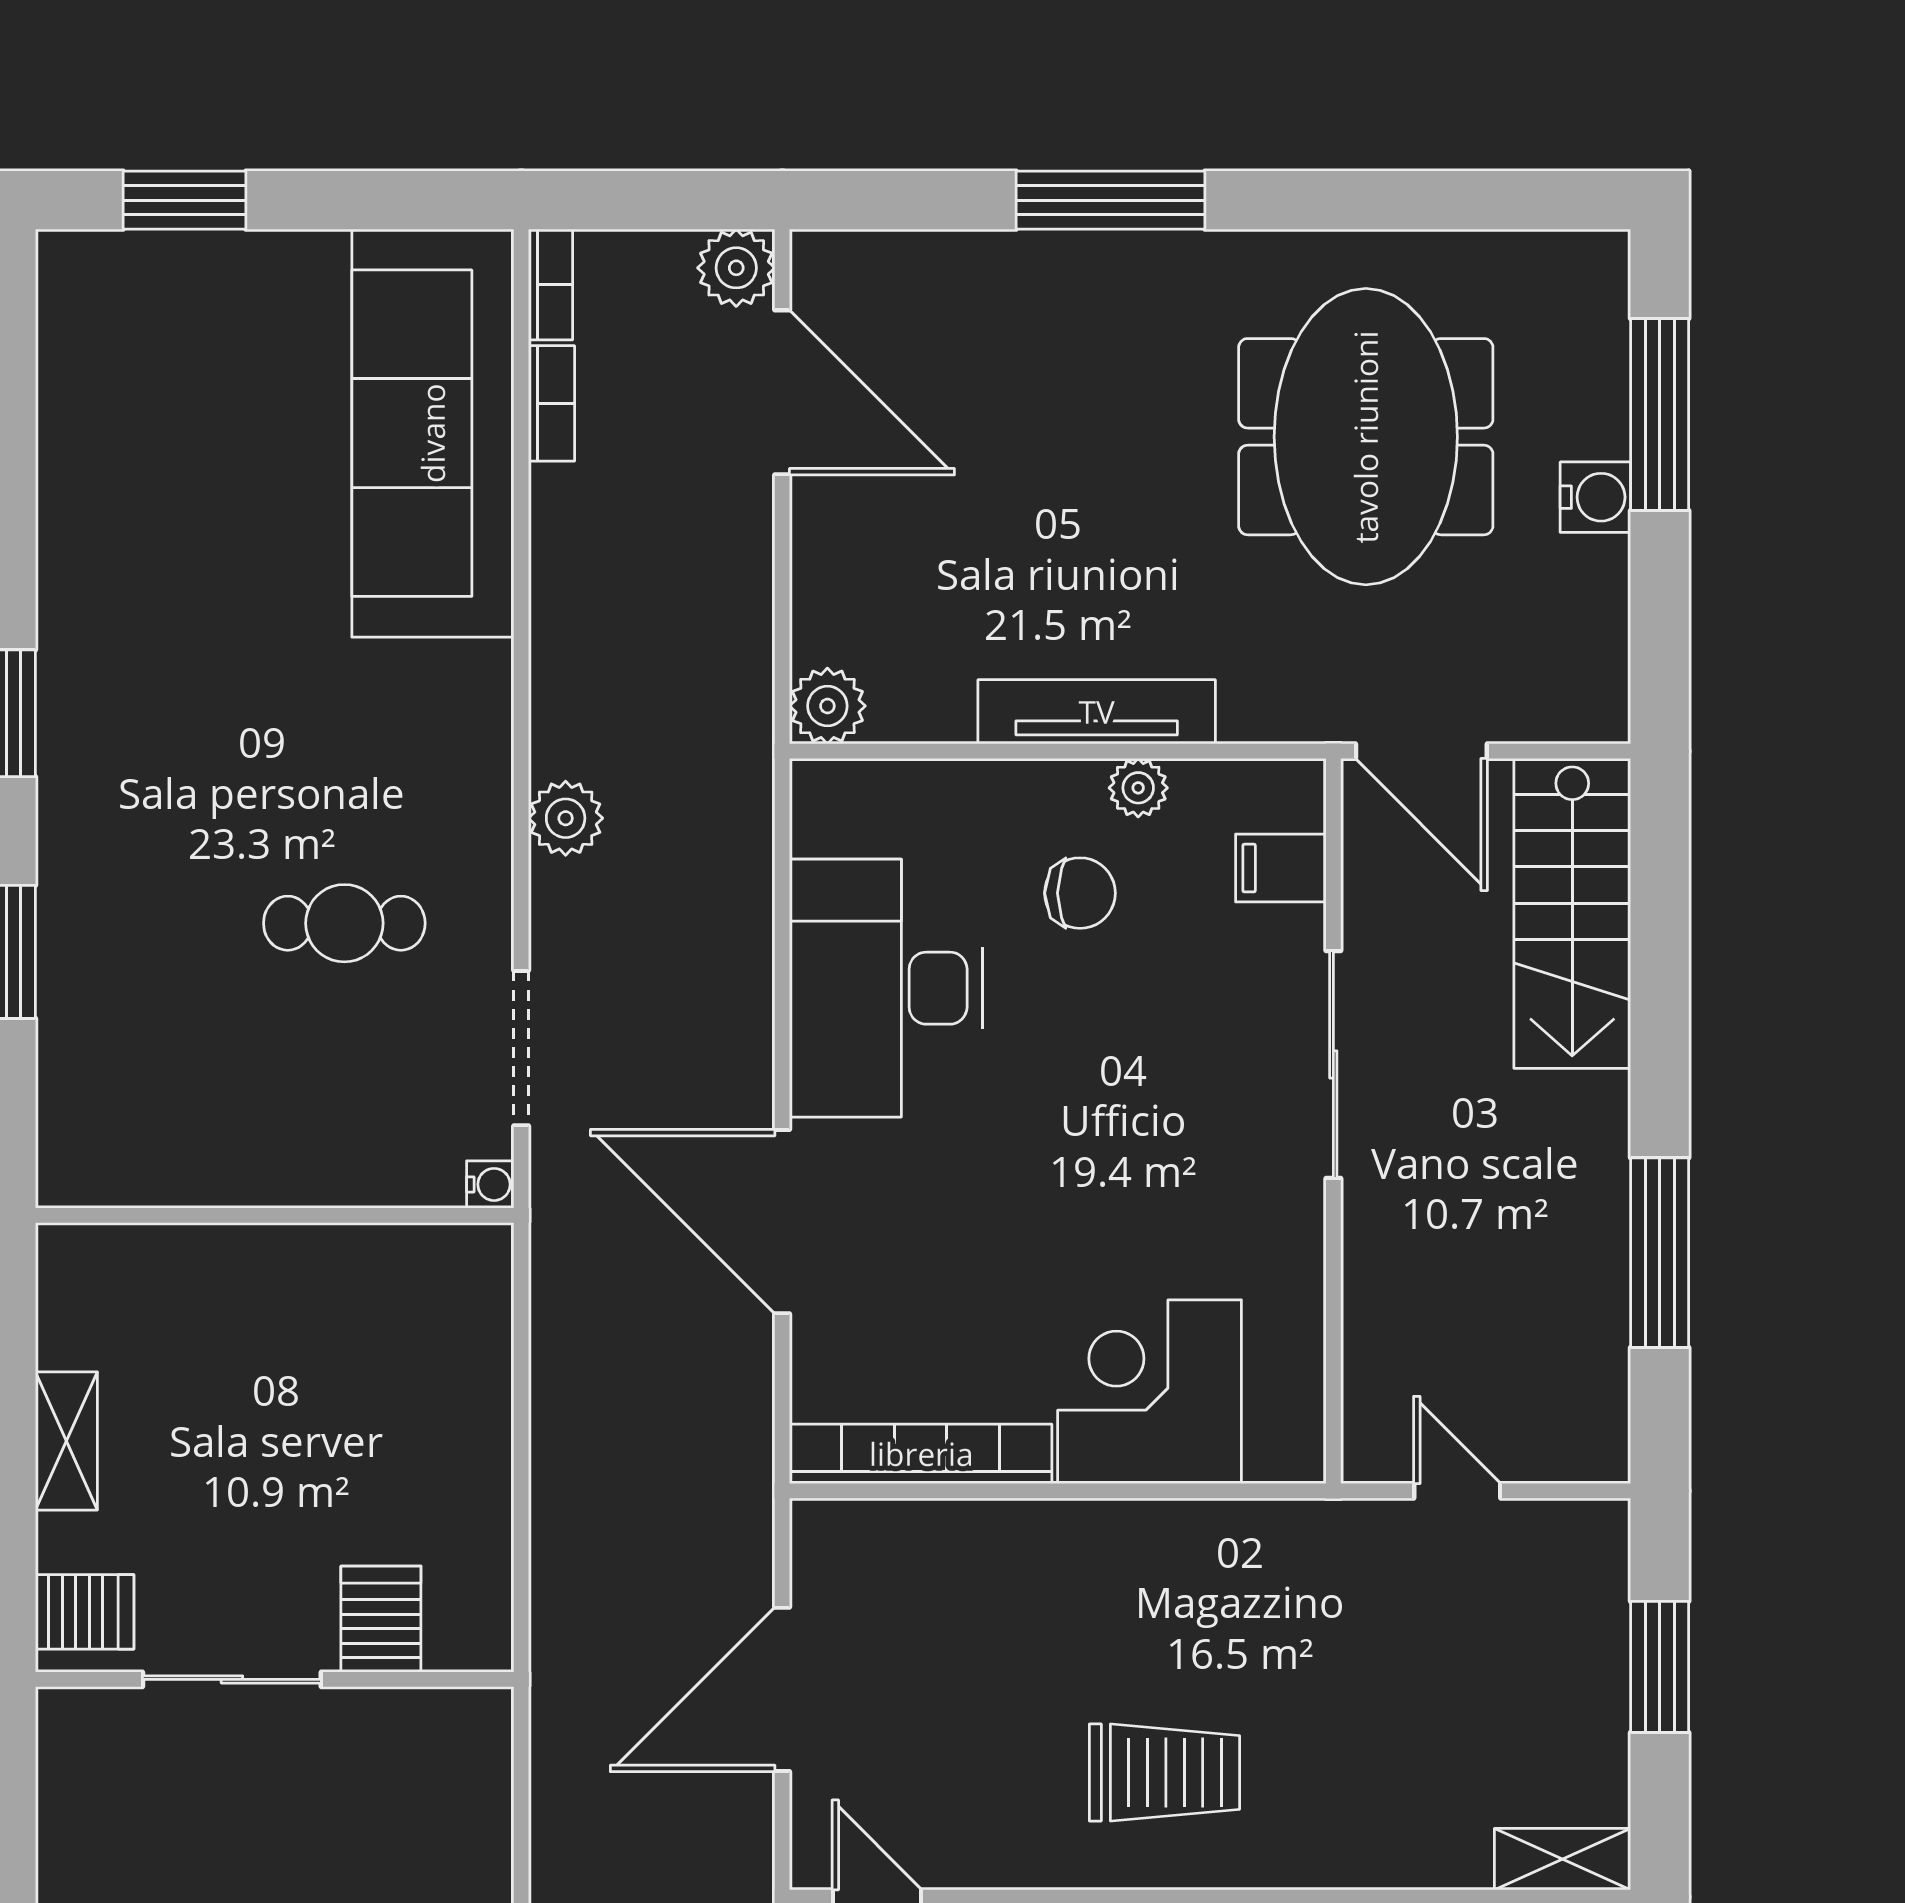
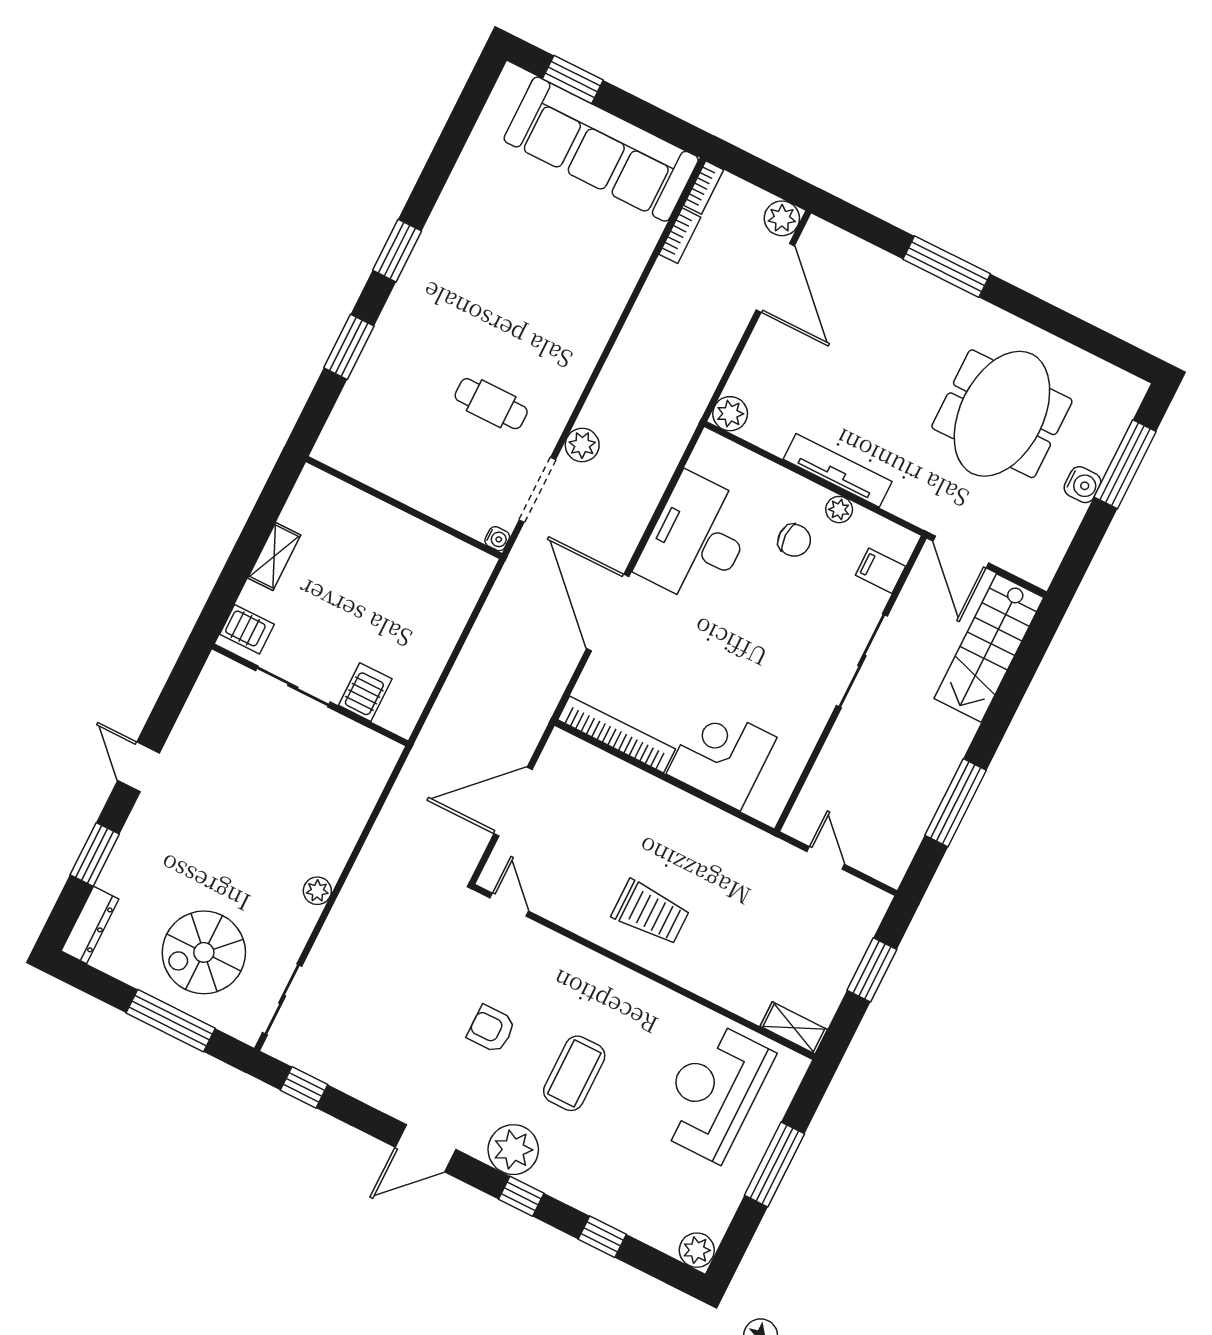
sofa: (433, 433) -> (601, 149), moved, turned -90
plant: (566, 818) -> (582, 445), moved

